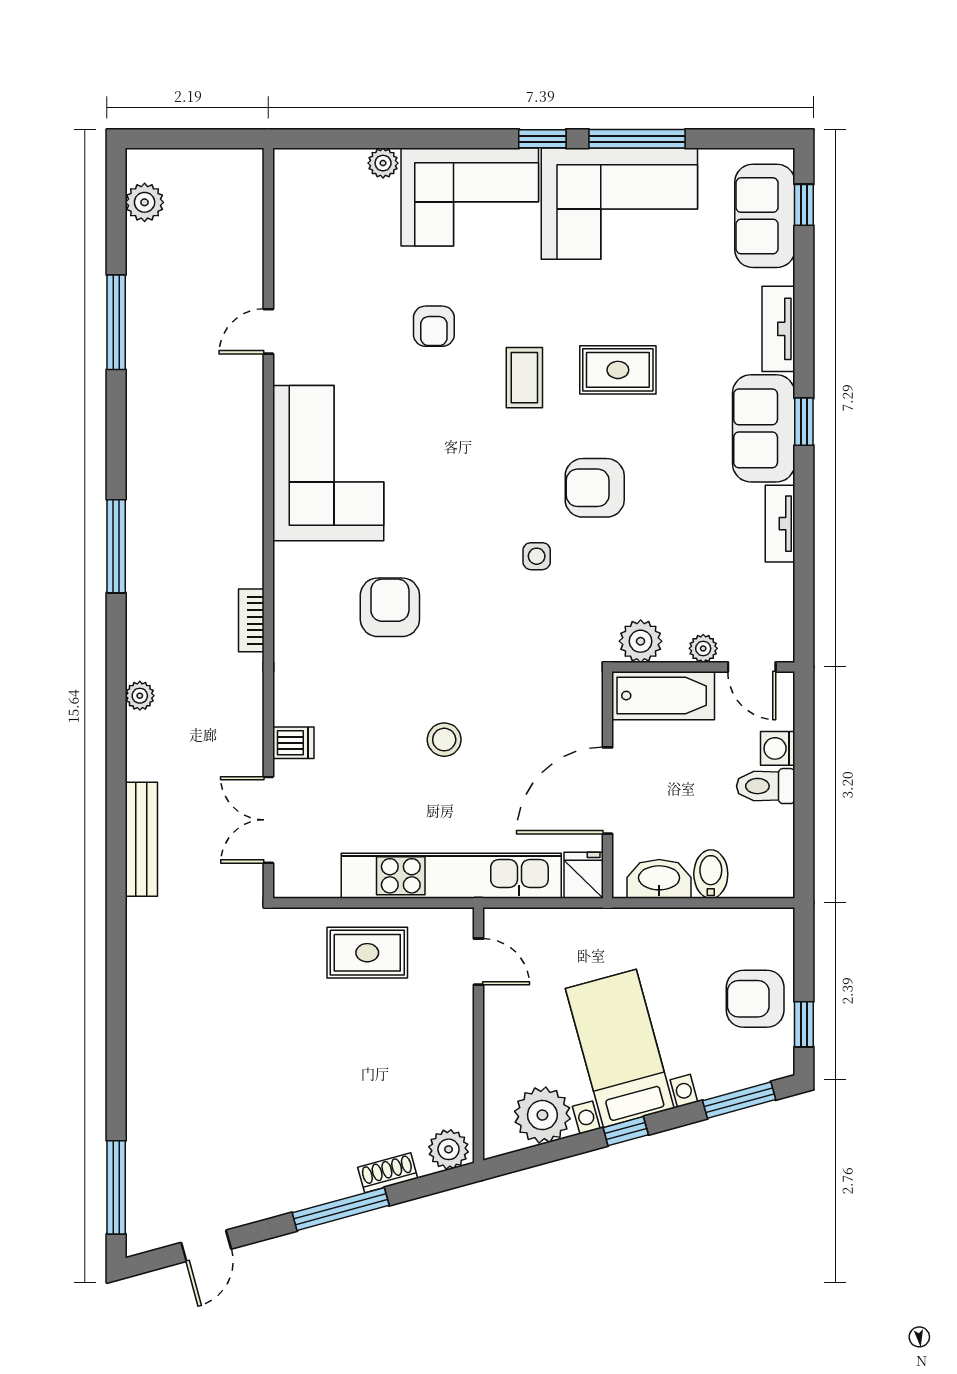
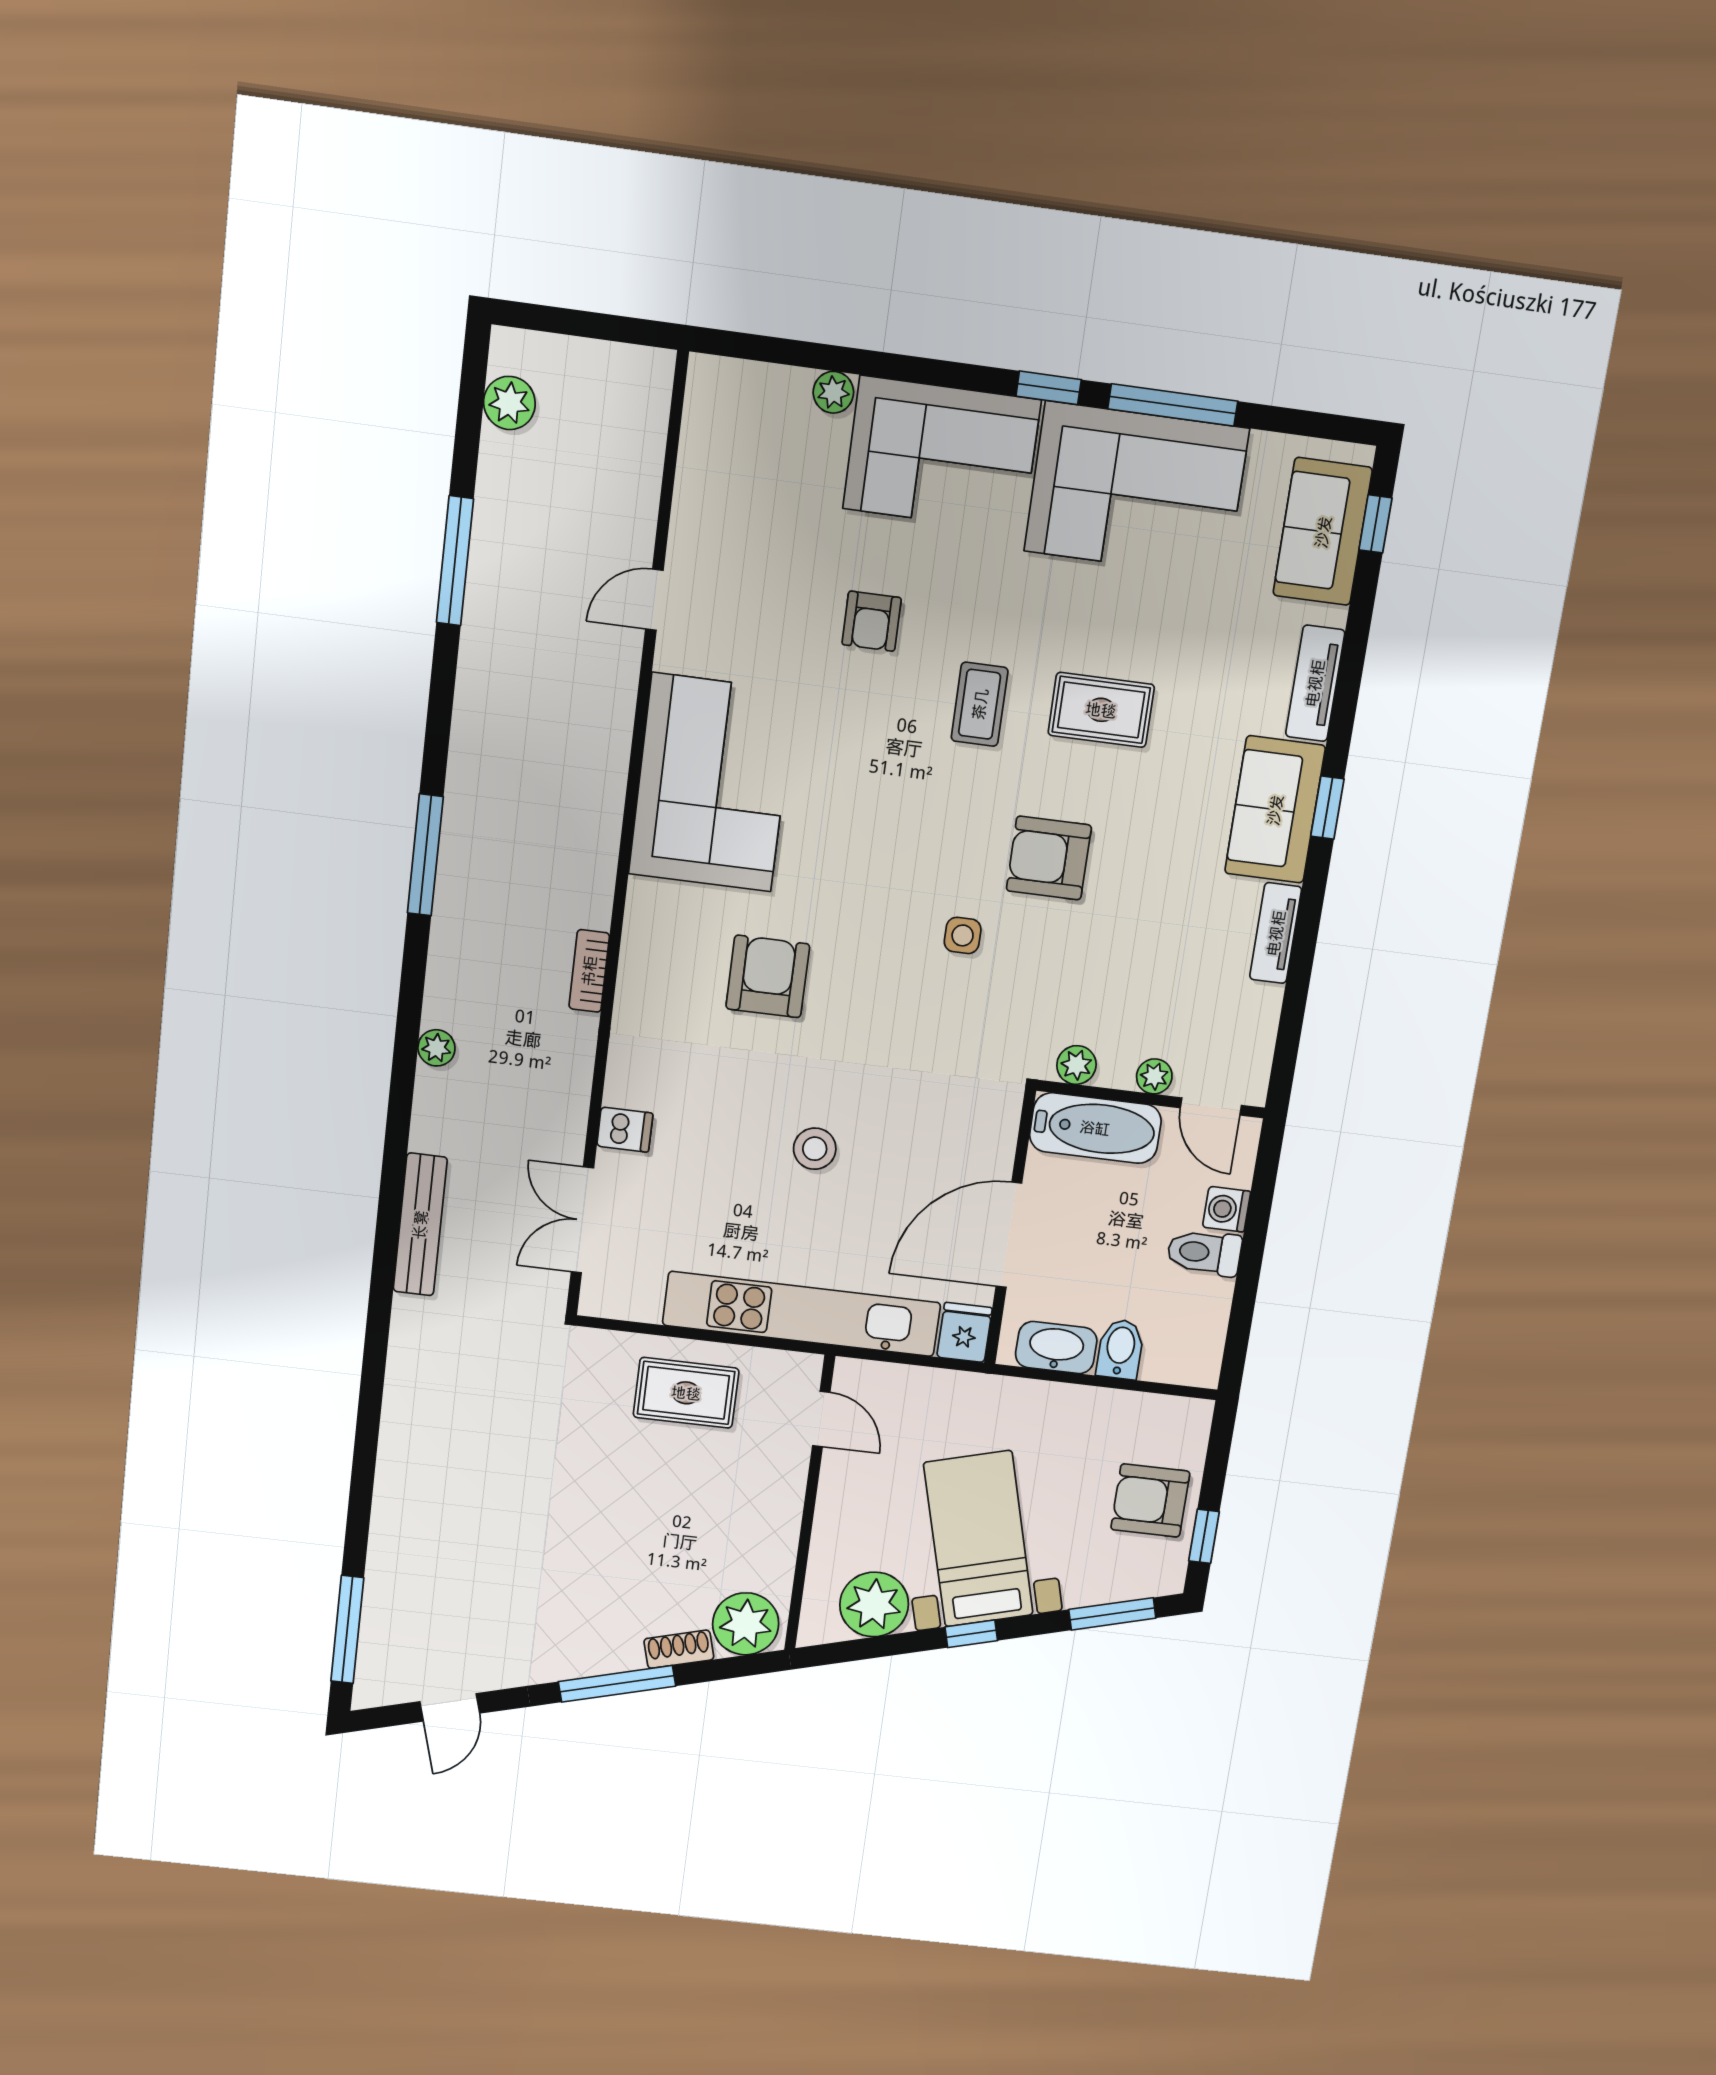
plant: (641, 641) -> (1076, 1065), width x0.73, depth x0.73
plant: (449, 1149) -> (746, 1624), width x1.36, depth x1.36

